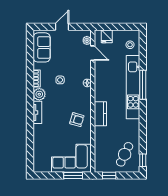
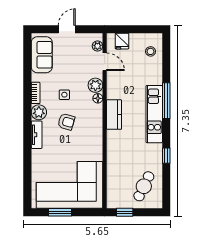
plant: (85, 72) -> (95, 85), added
kitchen unit: (133, 87) -> (154, 114), width x0.73
kitchen counter: (100, 114) -> (114, 115), moved
armchair: (77, 120) -> (66, 122), moved
corner sofa: (71, 158) -> (70, 185), width x1.36, depth x1.36
window: (143, 160) -> (166, 156), moved
window: (73, 176) -> (60, 212), moved

